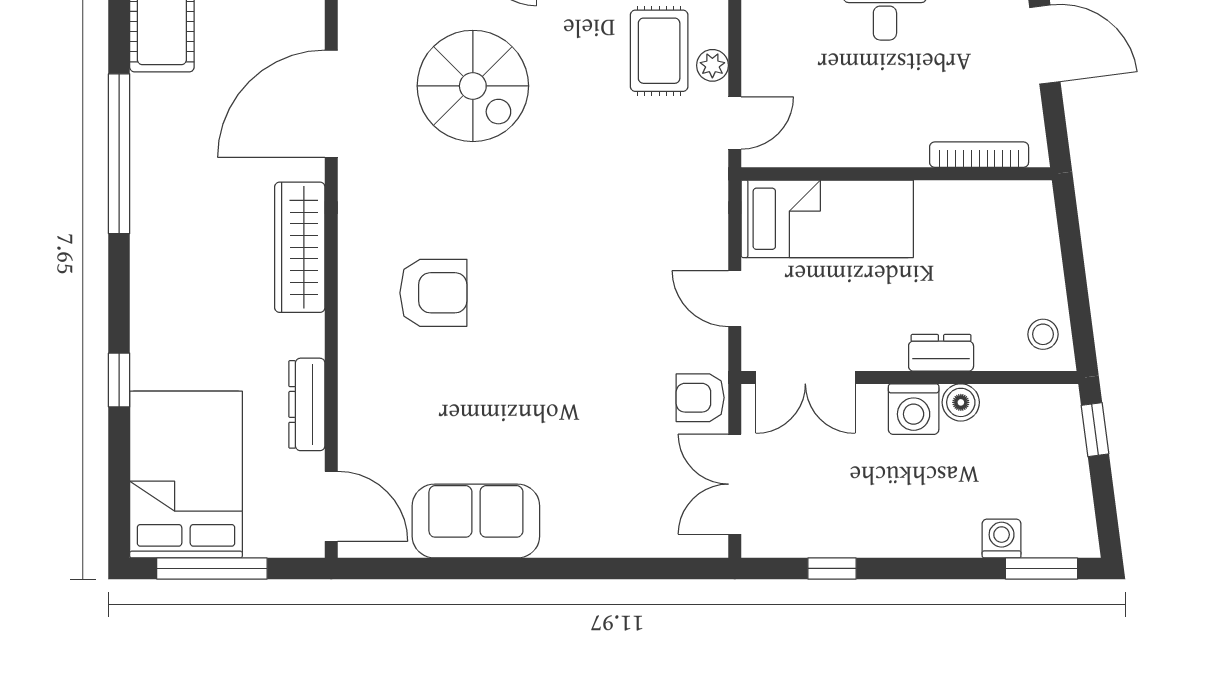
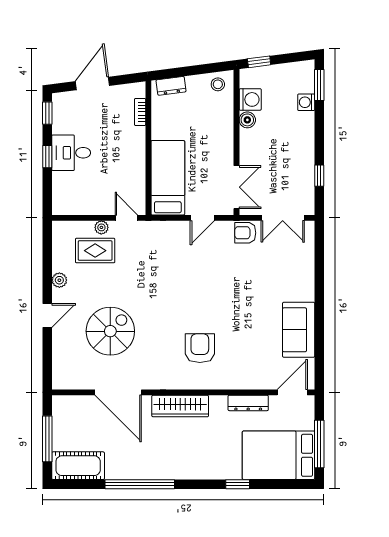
bookcase: (979, 155) -> (140, 112), width x0.64
dresser: (941, 353) -> (171, 86), moved, turned -97
armchair: (700, 398) -> (245, 233), turned 90
washing machine: (914, 409) -> (250, 99), moved

